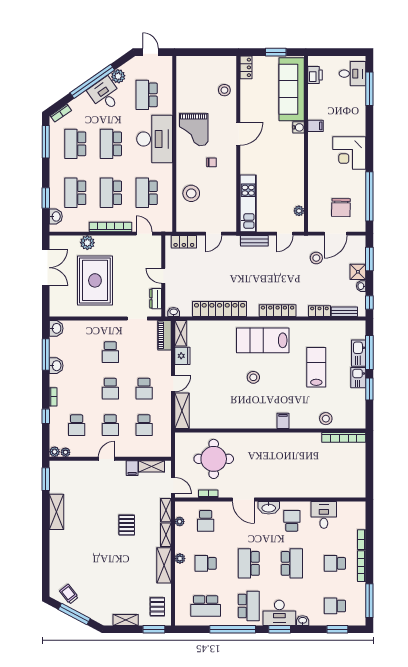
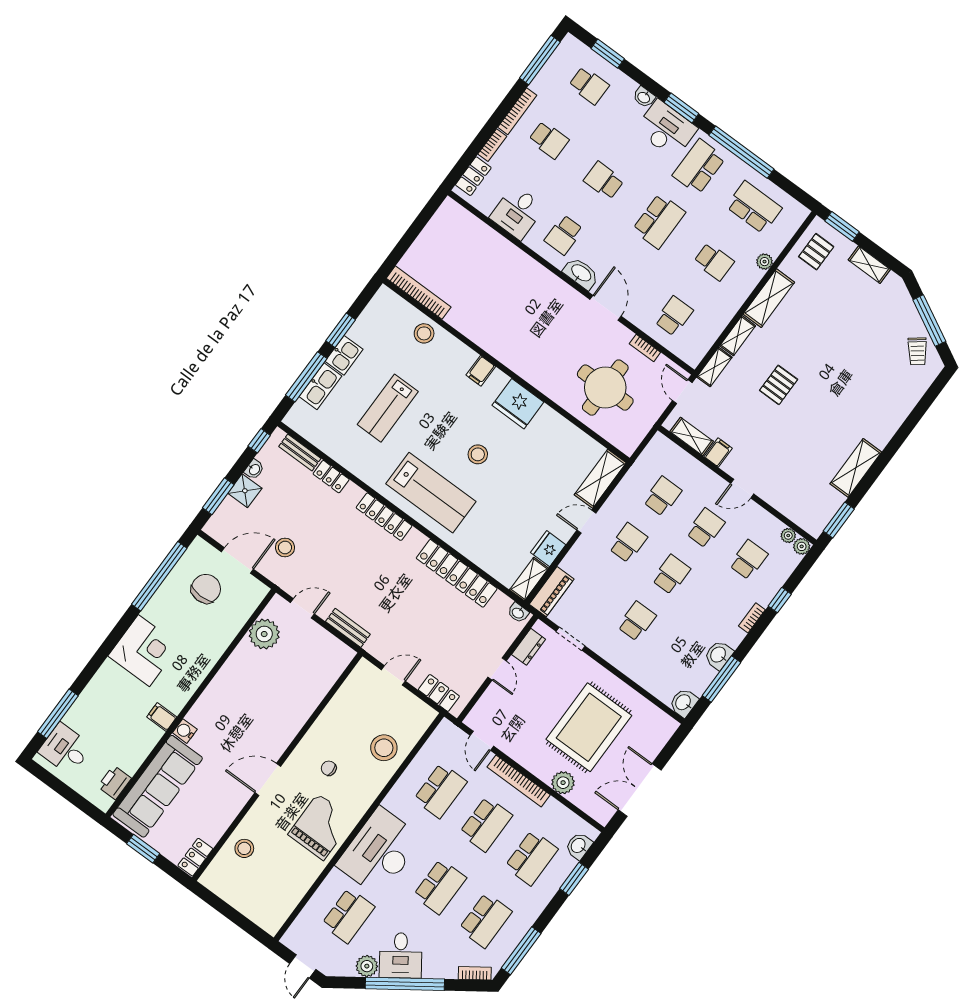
kitchen unit: (248, 203) -> (321, 681), removed
plant: (299, 211) -> (264, 634), width x1.88, depth x1.88
fridge: (252, 418) -> (518, 404), added
locker: (360, 517) -> (473, 176), added
plant: (180, 522) -> (708, 340), removed
plant: (180, 559) -> (765, 262), moved
school desk: (292, 563) -> (604, 180), width x0.54

